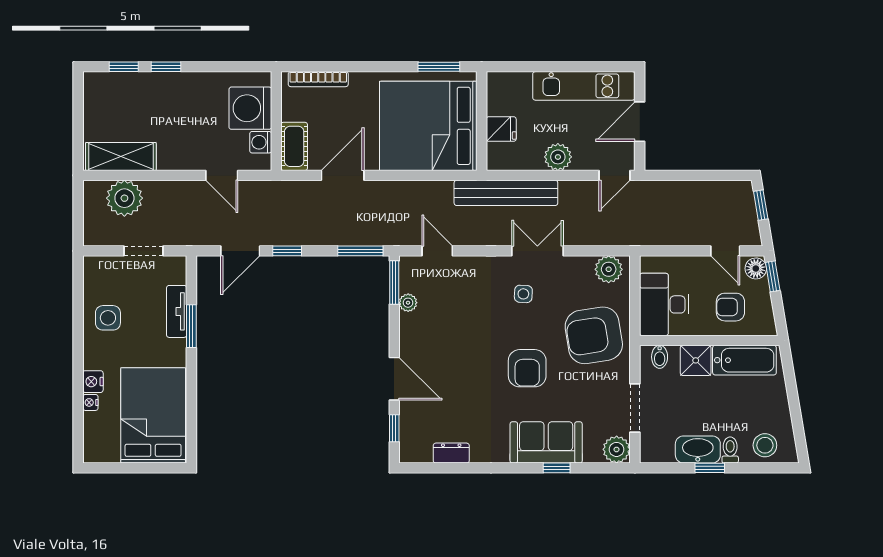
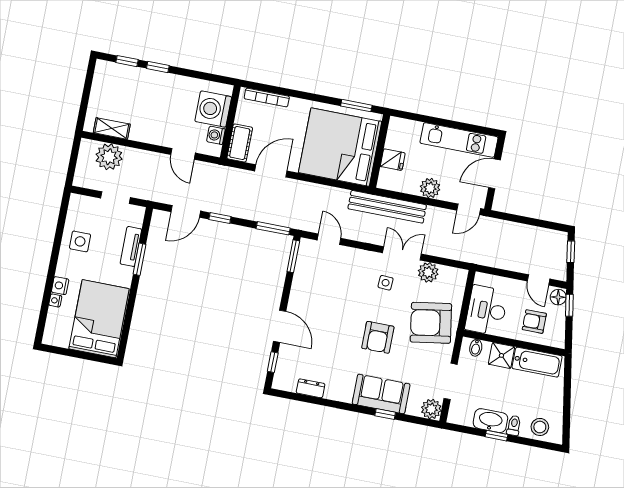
shelving: (121, 157) -> (112, 128), width x0.67, depth x0.75
plant: (609, 269) -> (428, 272), moved
plant: (408, 303) -> (300, 273), removed

